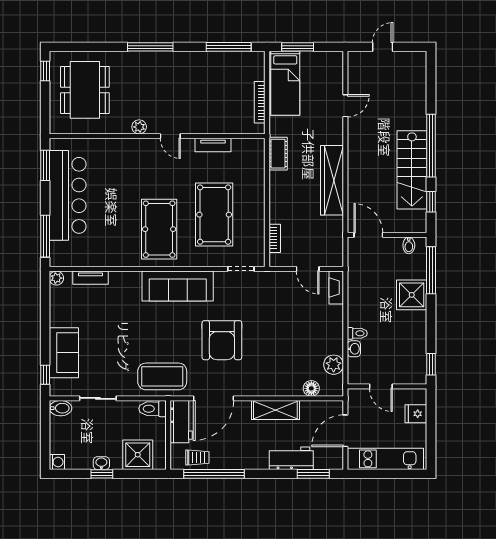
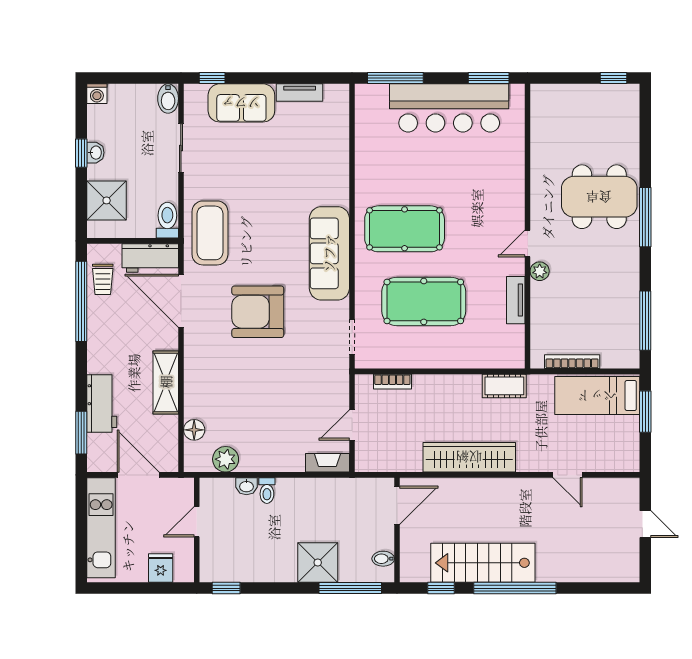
dining table: (85, 90) -> (599, 197), moved
plant: (139, 127) -> (540, 271), moved
plant: (56, 278) -> (340, 93), removed
tv unit: (91, 278) -> (300, 93), moved, turned -90

